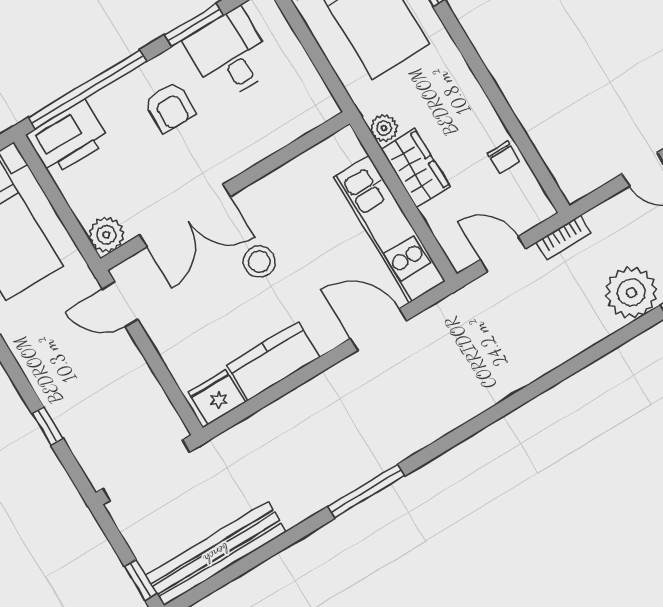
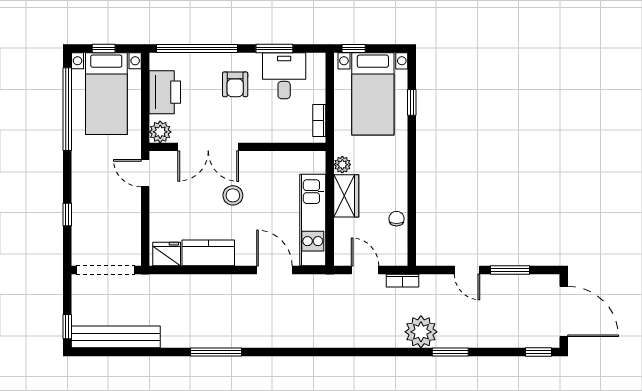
bookcase: (316, 87) -> (319, 120), added
printer: (68, 138) -> (165, 92), moved, turned -90
chair: (504, 157) -> (397, 219), turned 180

